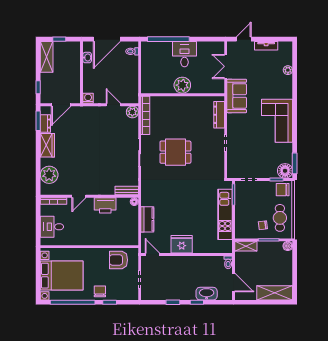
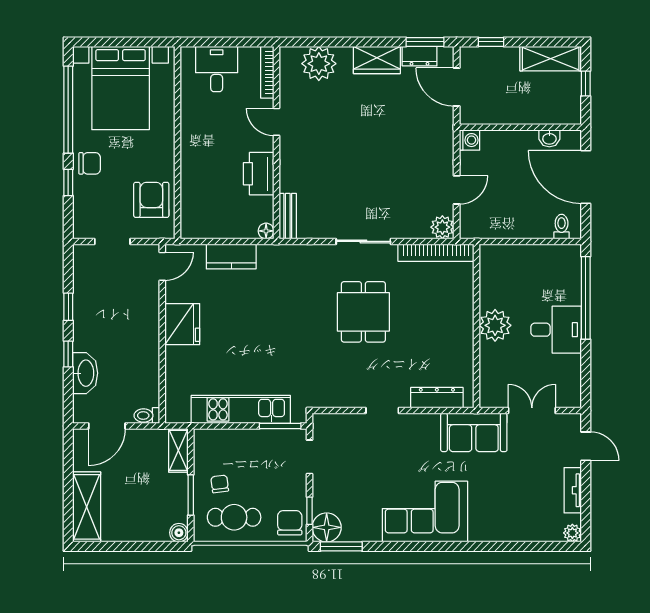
plant: (288, 70) -> (572, 533), moved

